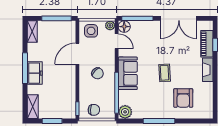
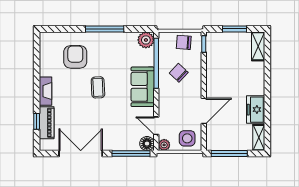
window: (25, 68) -> (267, 93), removed
freezer: (35, 73) -> (256, 110), moved
chair: (97, 73) -> (179, 73), moved

